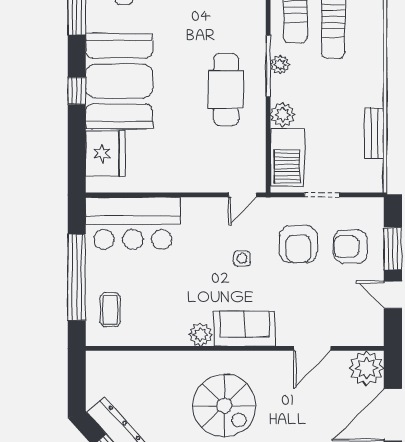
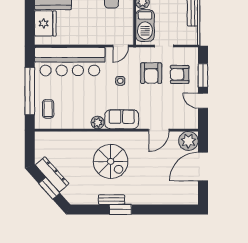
bar counter: (133, 223) -> (70, 62), width x1.36

